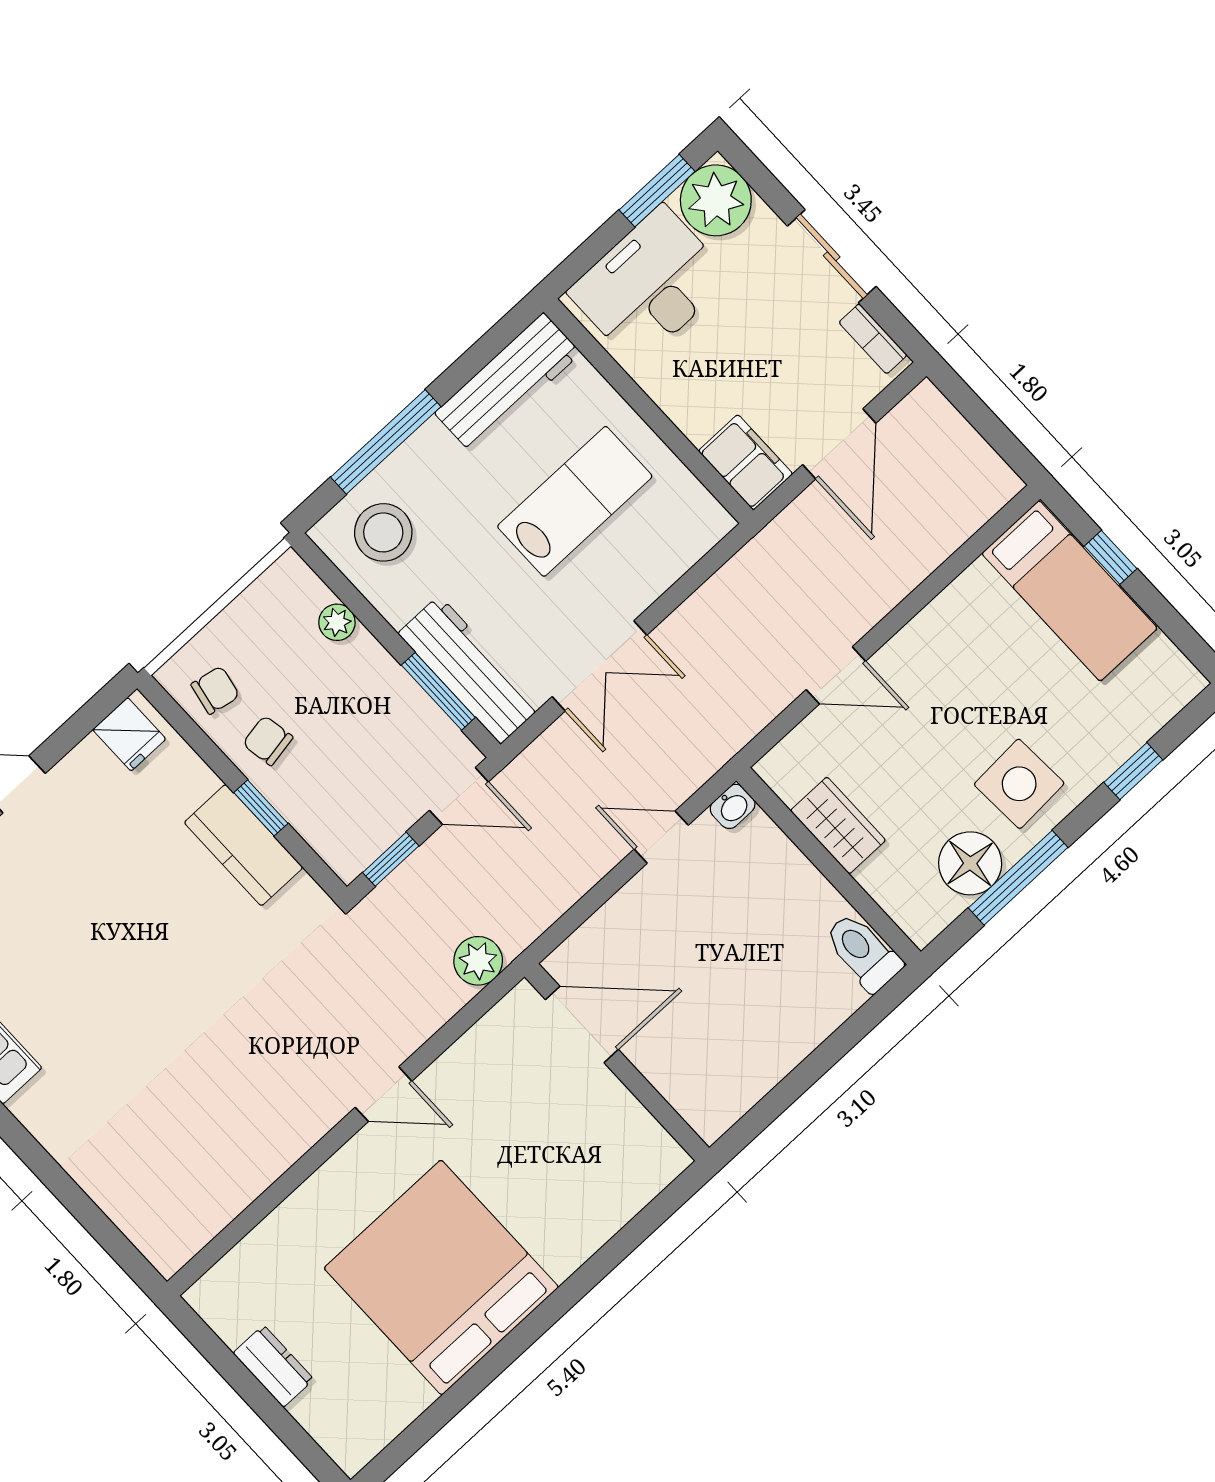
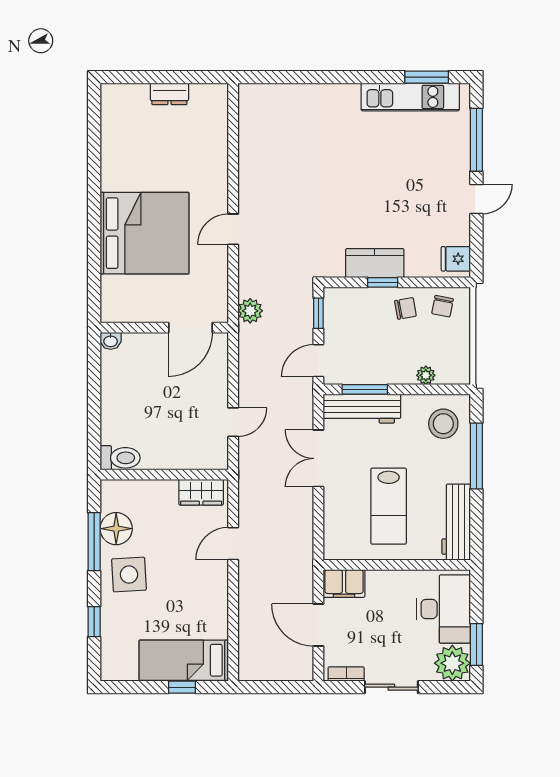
washbasin: (733, 806) -> (111, 341), moved, turned -90
wardrobe: (838, 825) -> (201, 492), moved
bed: (441, 1278) -> (144, 233), moved

